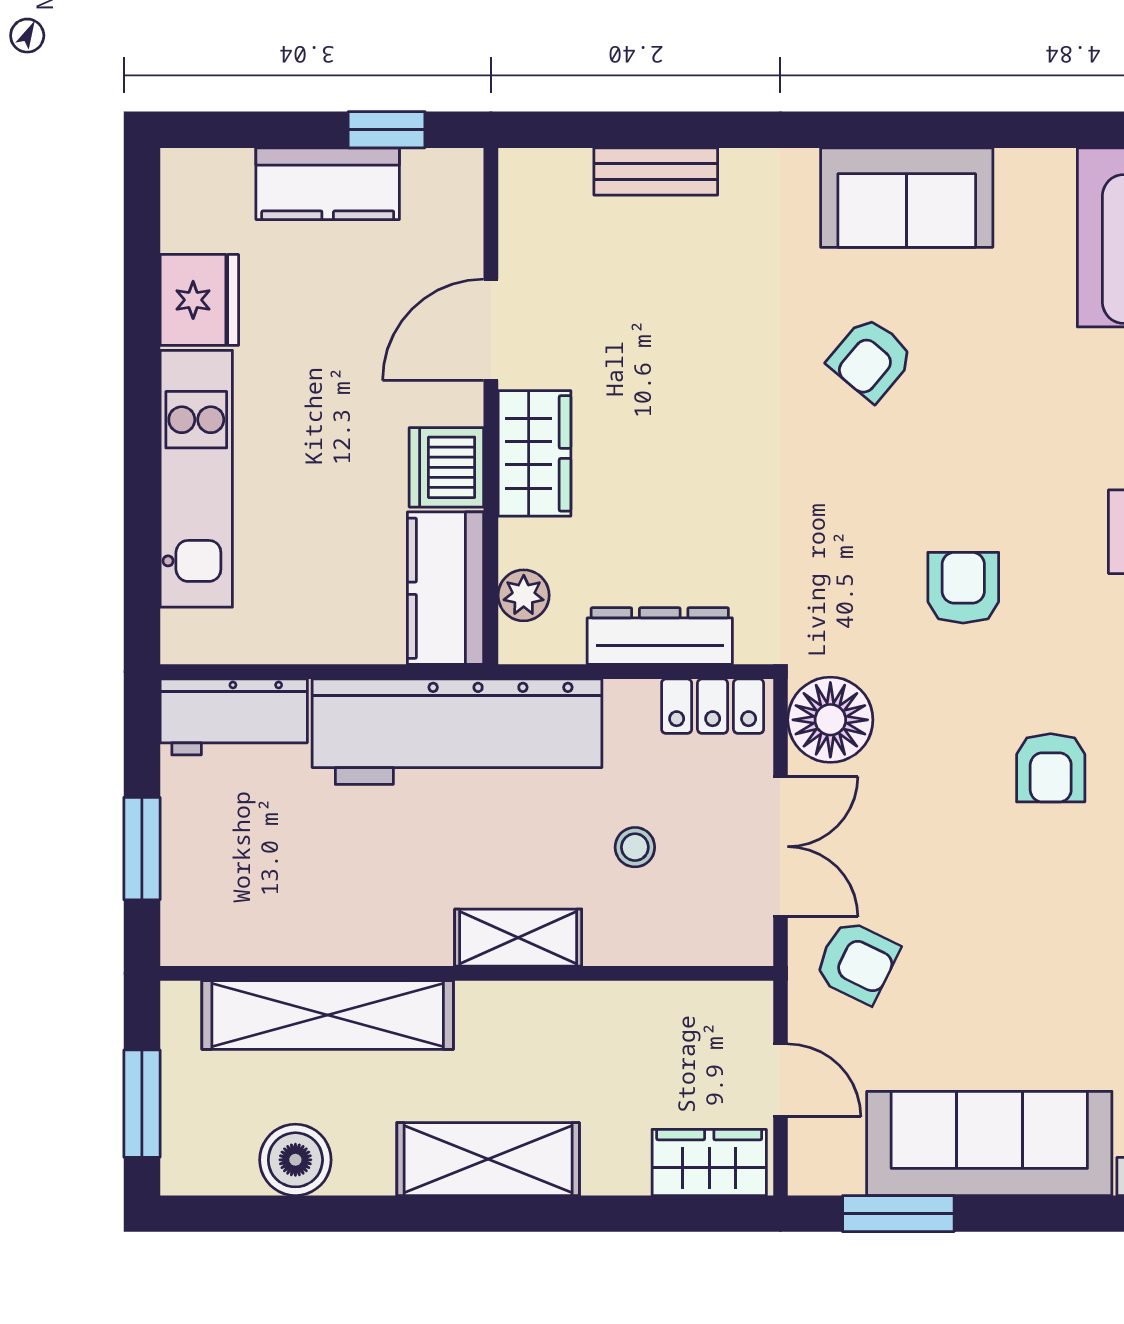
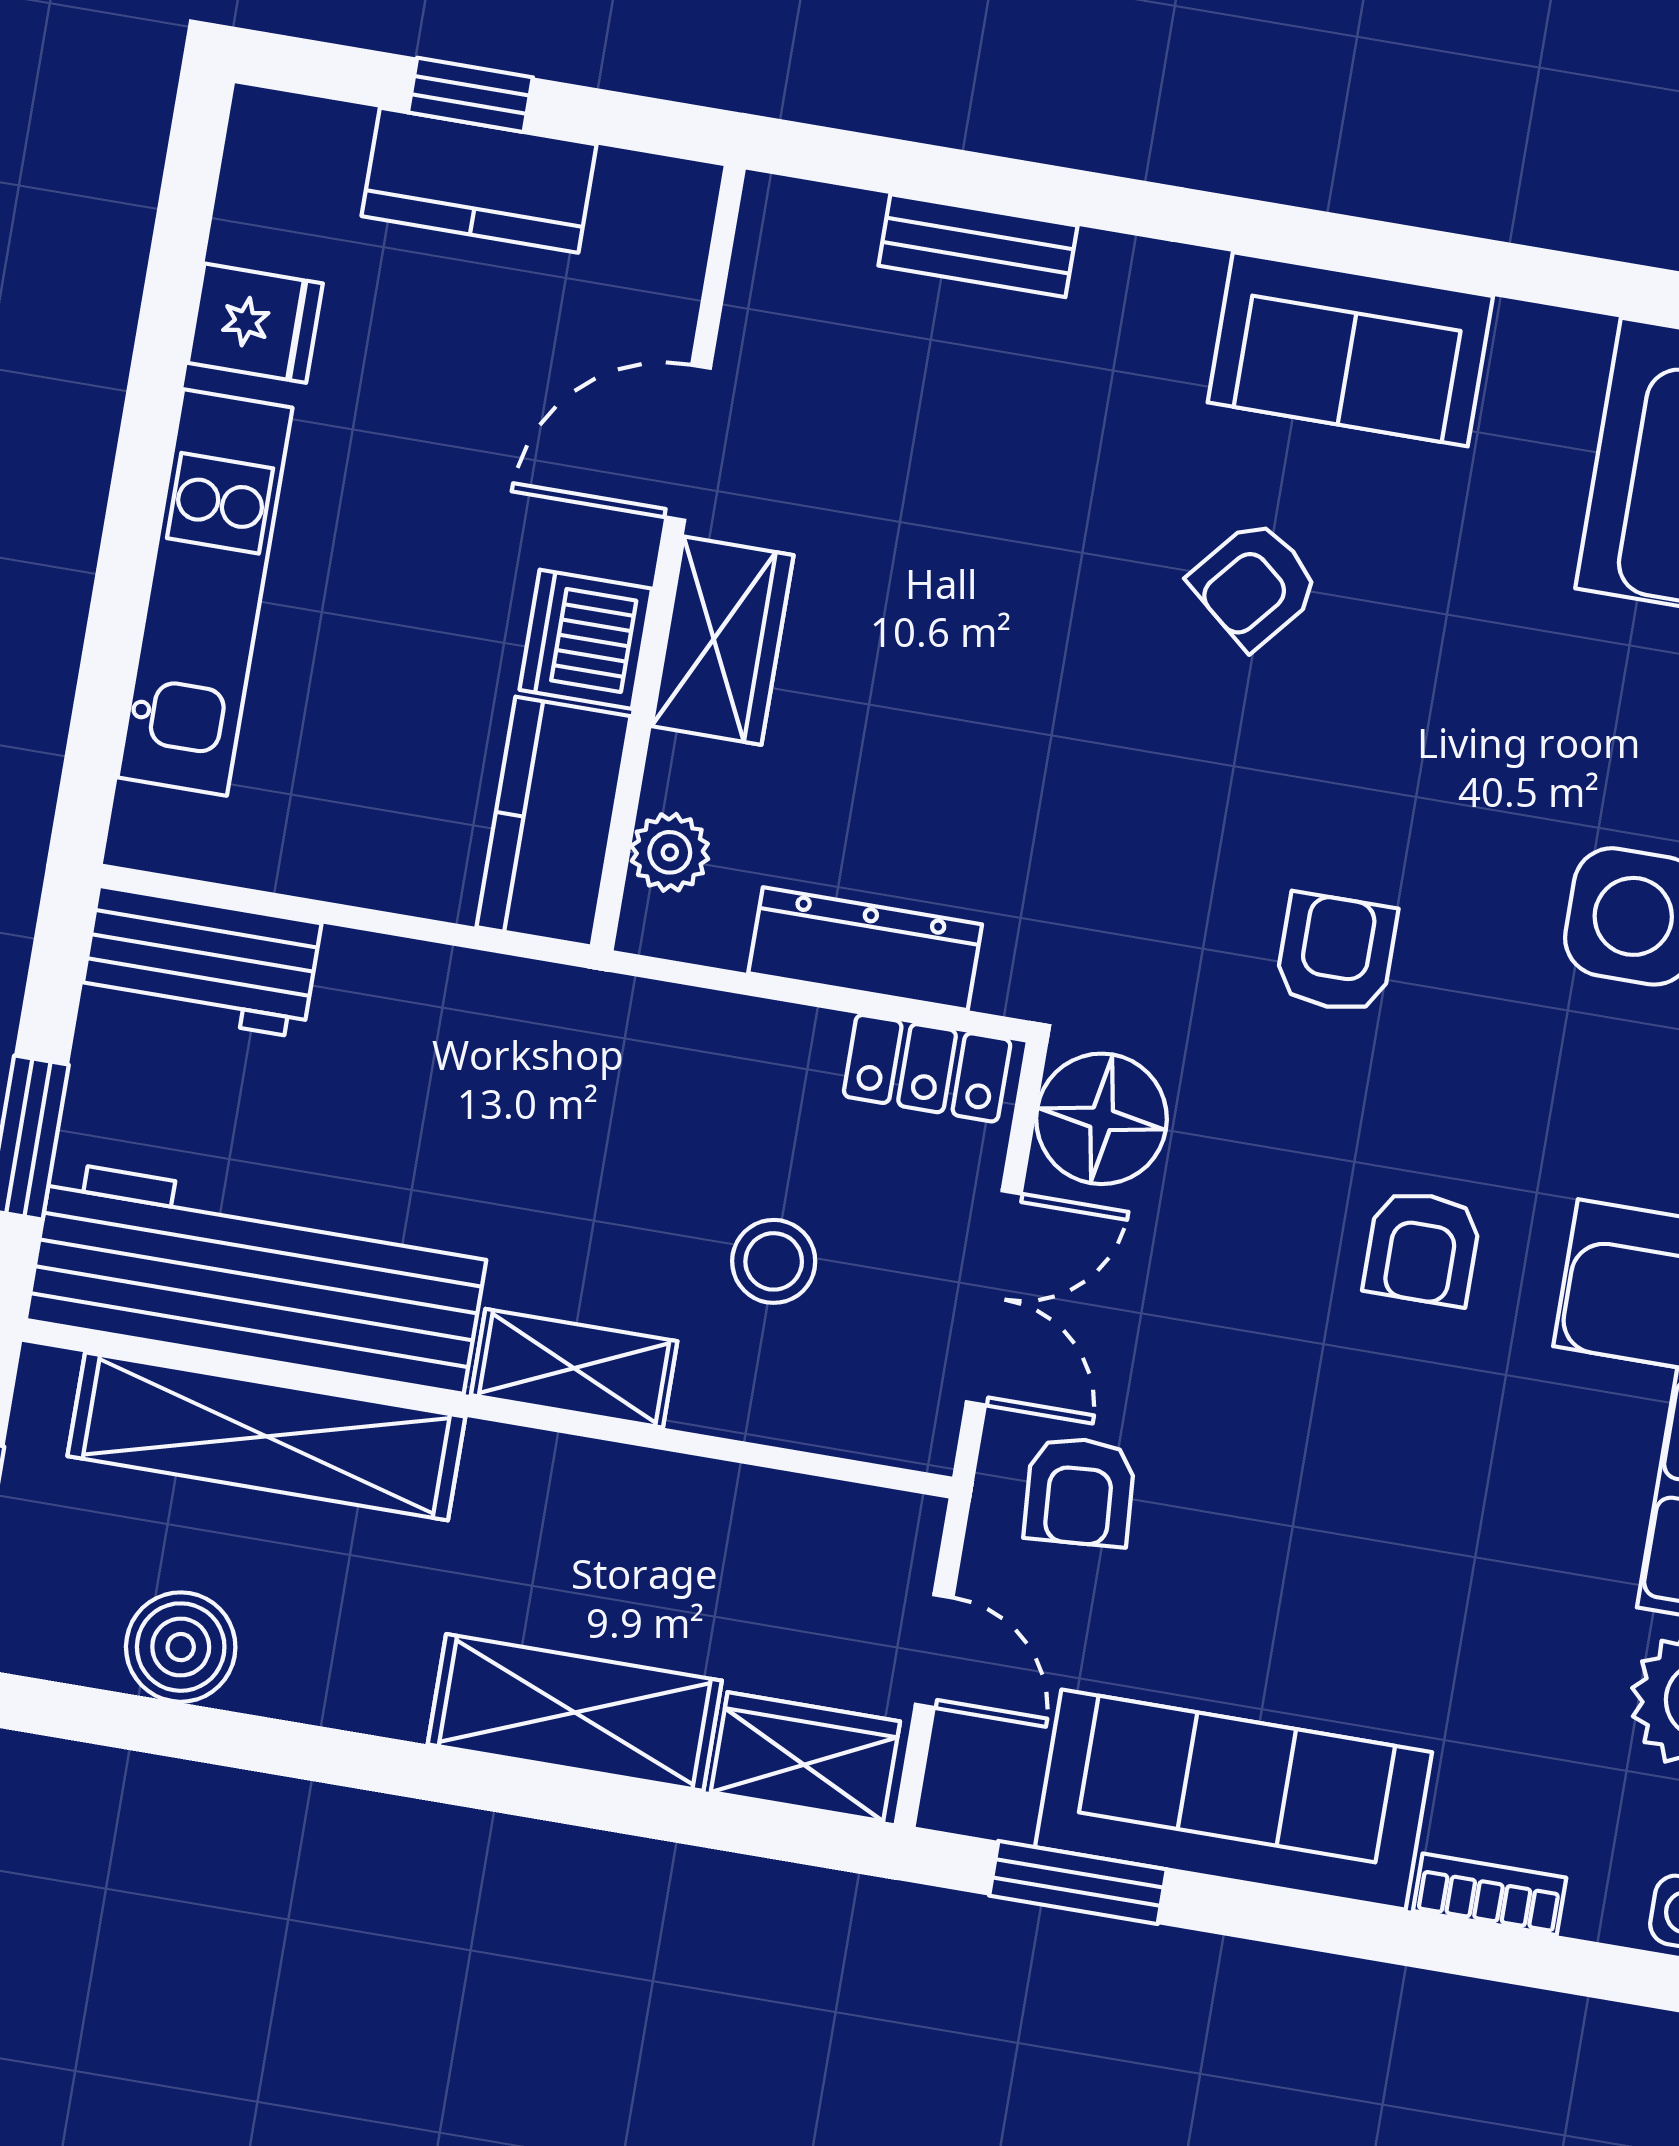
window: (387, 130) -> (470, 95), moved
fridge: (199, 300) -> (255, 323), width x0.72
workbench: (457, 732) -> (258, 1277), moved, turned 180
stool: (635, 847) -> (774, 1261), width x1.37, depth x1.37
armchair: (857, 962) -> (1079, 1491), turned 60
shelving: (488, 1159) -> (575, 1712), moved

